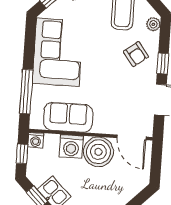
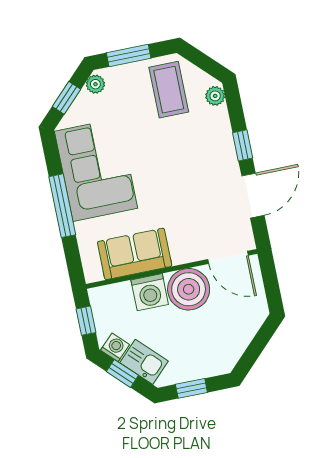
armchair: (136, 54) -> (203, 143), removed
window: (26, 92) -> (62, 206), moved
washing machine: (36, 140) -> (115, 347), moved, turned -135

